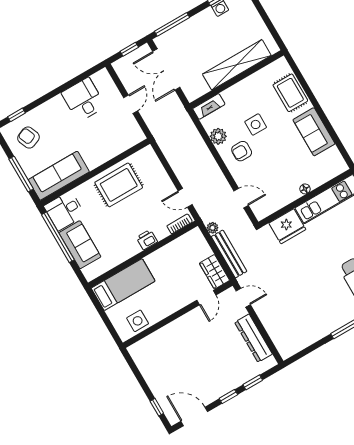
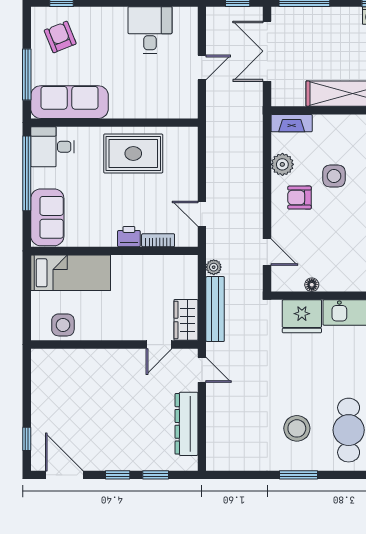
floor lamp: (305, 189) -> (312, 285), moved
bookcase: (180, 224) -> (158, 240), moved
sofa: (80, 245) -> (47, 217), moved
stool: (326, 300) -> (297, 428), added

